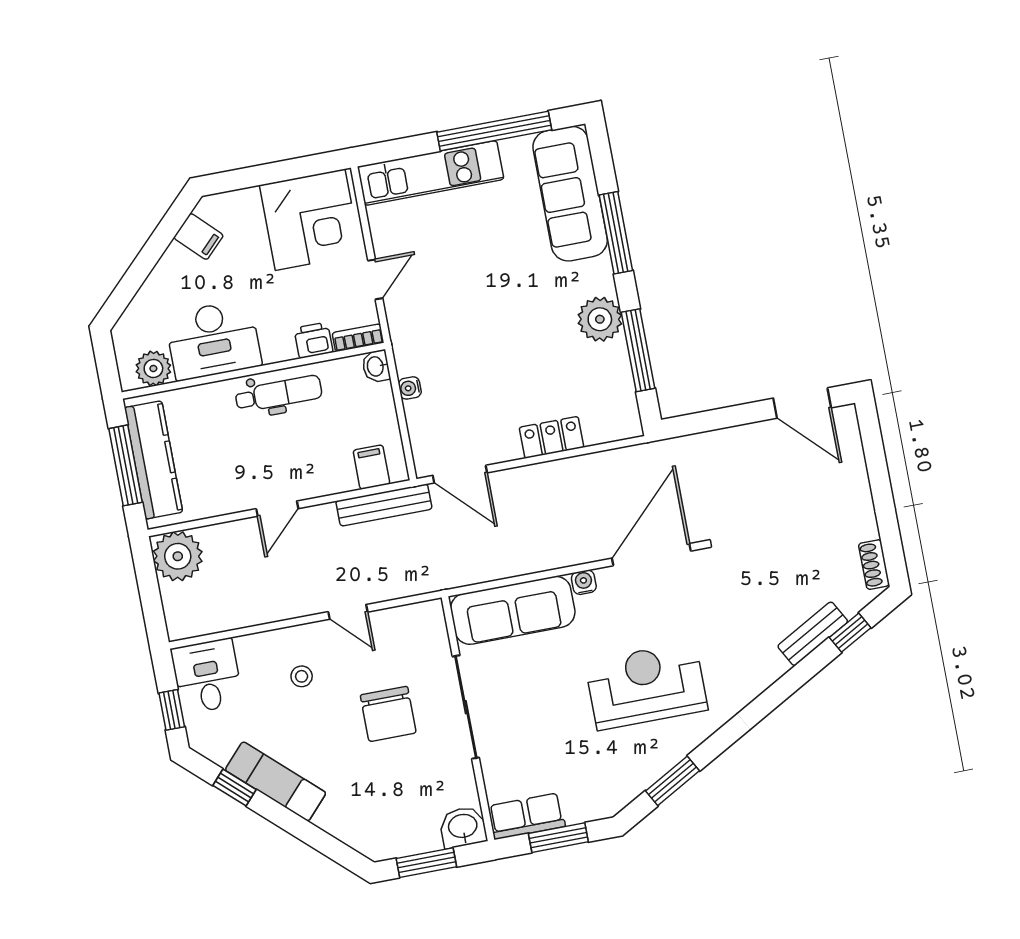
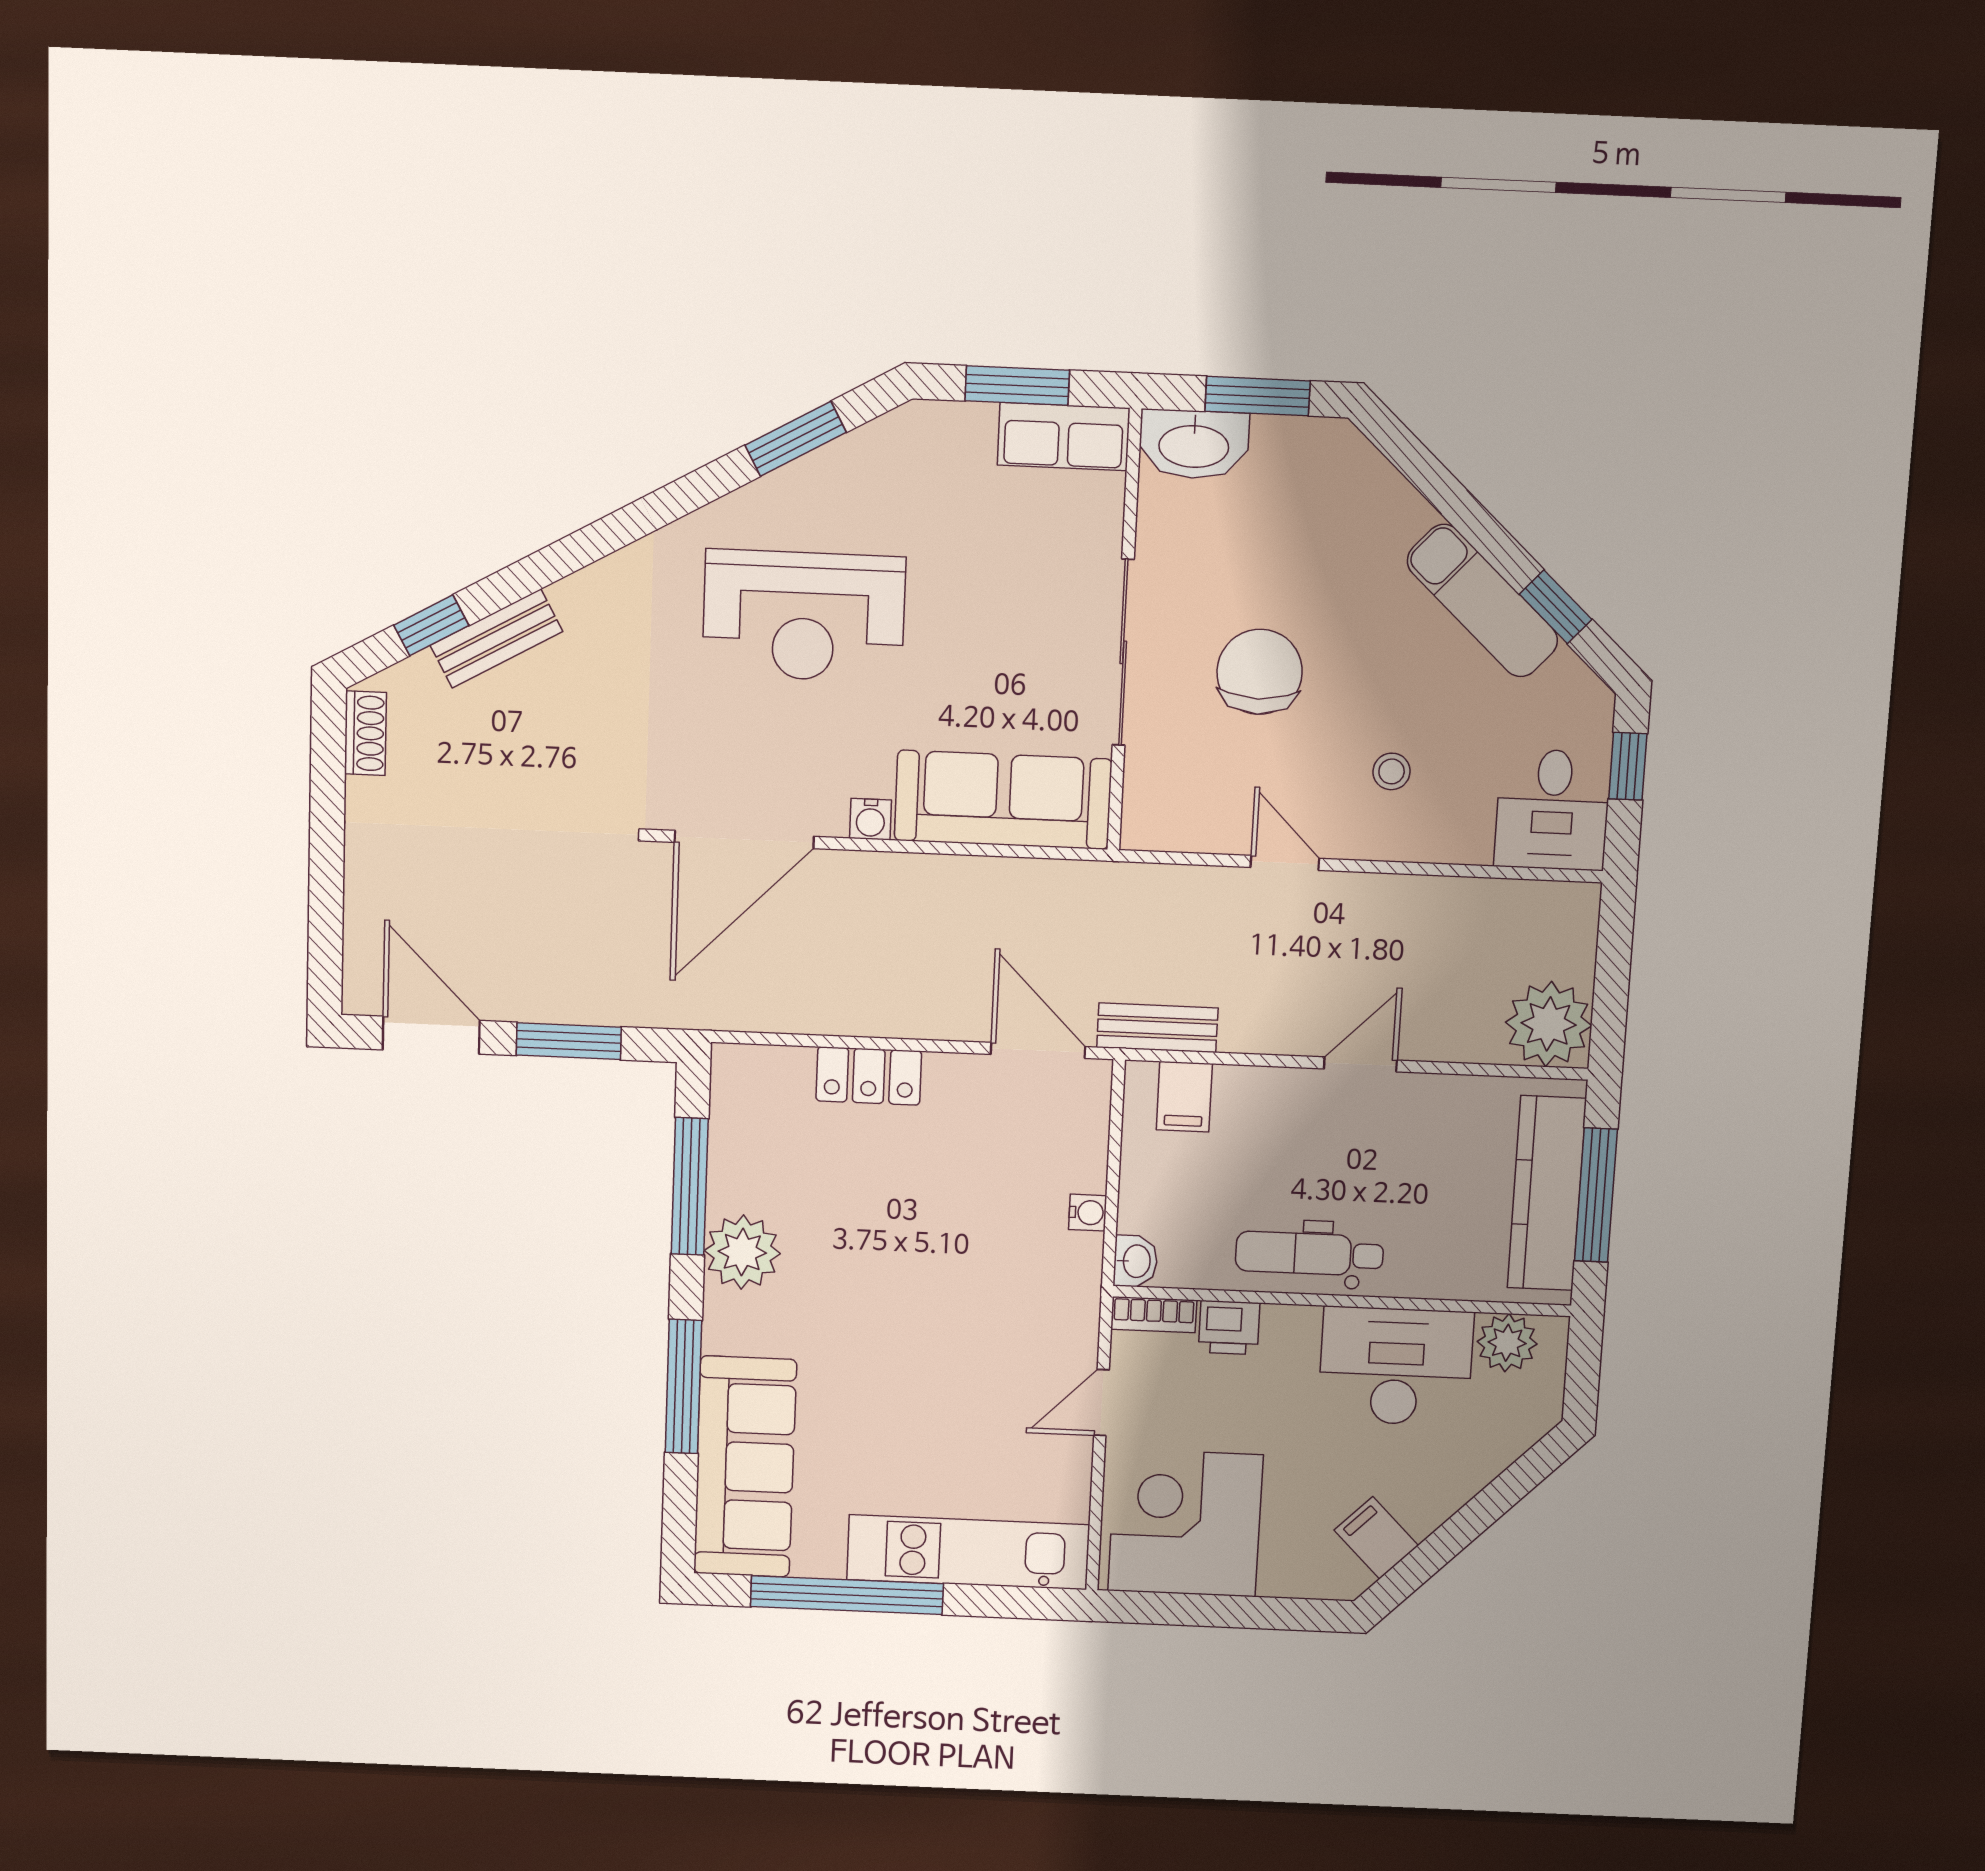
window: (724, 418) -> (569, 1041), added
bench: (384, 505) -> (1157, 1028), width x0.73
washbasin: (463, 827) -> (1194, 444), width x1.38

